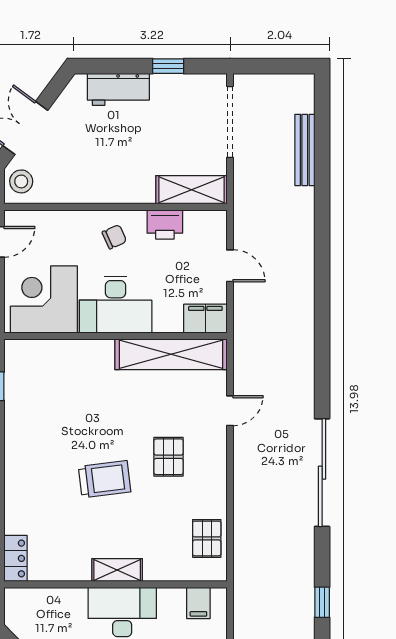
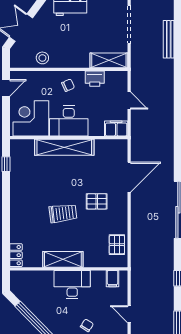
stool: (21, 181) -> (42, 58), moved
shelving: (171, 354) -> (64, 147), moved
door: (230, 411) -> (129, 177), width x1.88
pallet: (169, 457) -> (97, 201), turned 90
shelving: (117, 570) -> (63, 259), width x1.50, depth x1.33

